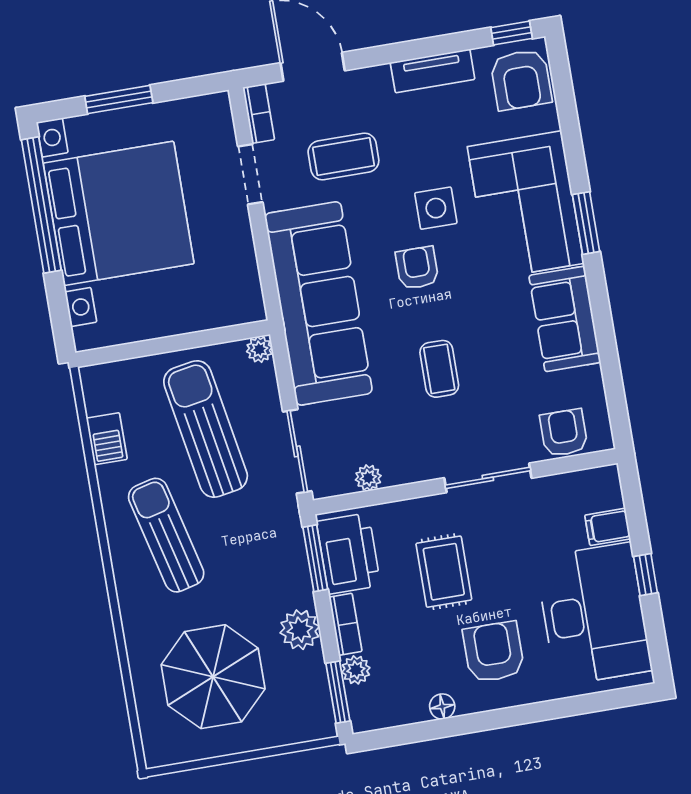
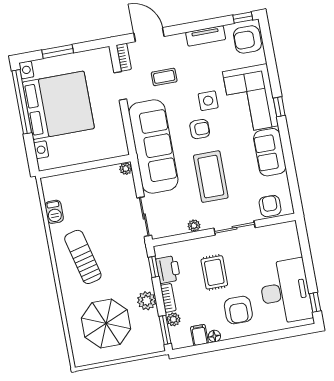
armchair: (521, 80) -> (247, 39), turned 90
coffee table: (343, 156) -> (164, 77), width x0.73, depth x0.77
window: (586, 223) -> (279, 107), width x0.67
armchair: (417, 268) -> (200, 129), turned 90
coffee table: (439, 369) -> (211, 177), width x1.86, depth x1.72
sun lounger: (206, 429) -> (101, 207), removed
plant: (368, 478) -> (194, 226), moved
filing cabinet: (608, 527) -> (199, 335), moved, turned 90
printer: (348, 553) -> (168, 269), width x0.73, depth x0.84
window: (315, 558) -> (153, 267), width x0.67
window: (646, 575) -> (315, 302), moved
armchair: (494, 652) -> (238, 310), turned 180

